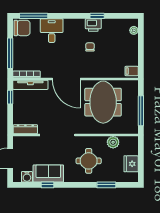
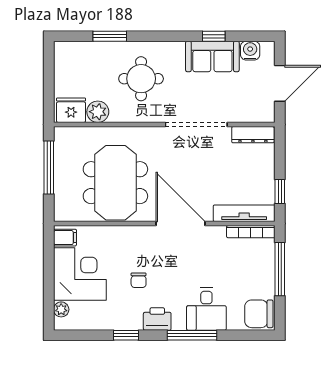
window: (34, 16) -> (192, 335), moved
printer: (93, 25) -> (157, 319), moved
corner desk: (123, 50) -> (80, 274), added
fridge: (131, 164) -> (71, 110), moved, turned -90

